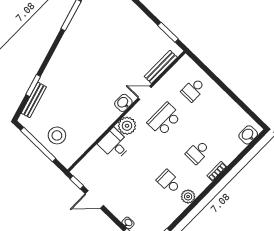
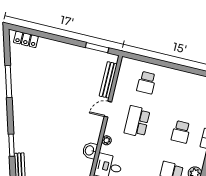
window: (33, 85) -> (12, 145), moved
washbasin: (123, 103) -> (90, 150), moved
plant: (127, 126) -> (107, 140), width x0.53, depth x0.53

